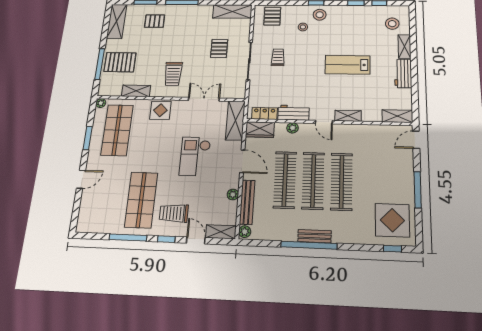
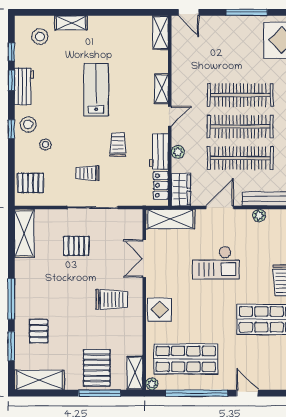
lab bench: (348, 65) -> (96, 90), turned 180
workbench: (403, 74) -> (24, 86), moved, turned -90
trolley: (301, 81) -> (118, 145), added
shelving: (136, 91) -> (135, 373), moved
window: (88, 138) -> (197, 393), width x2.11

